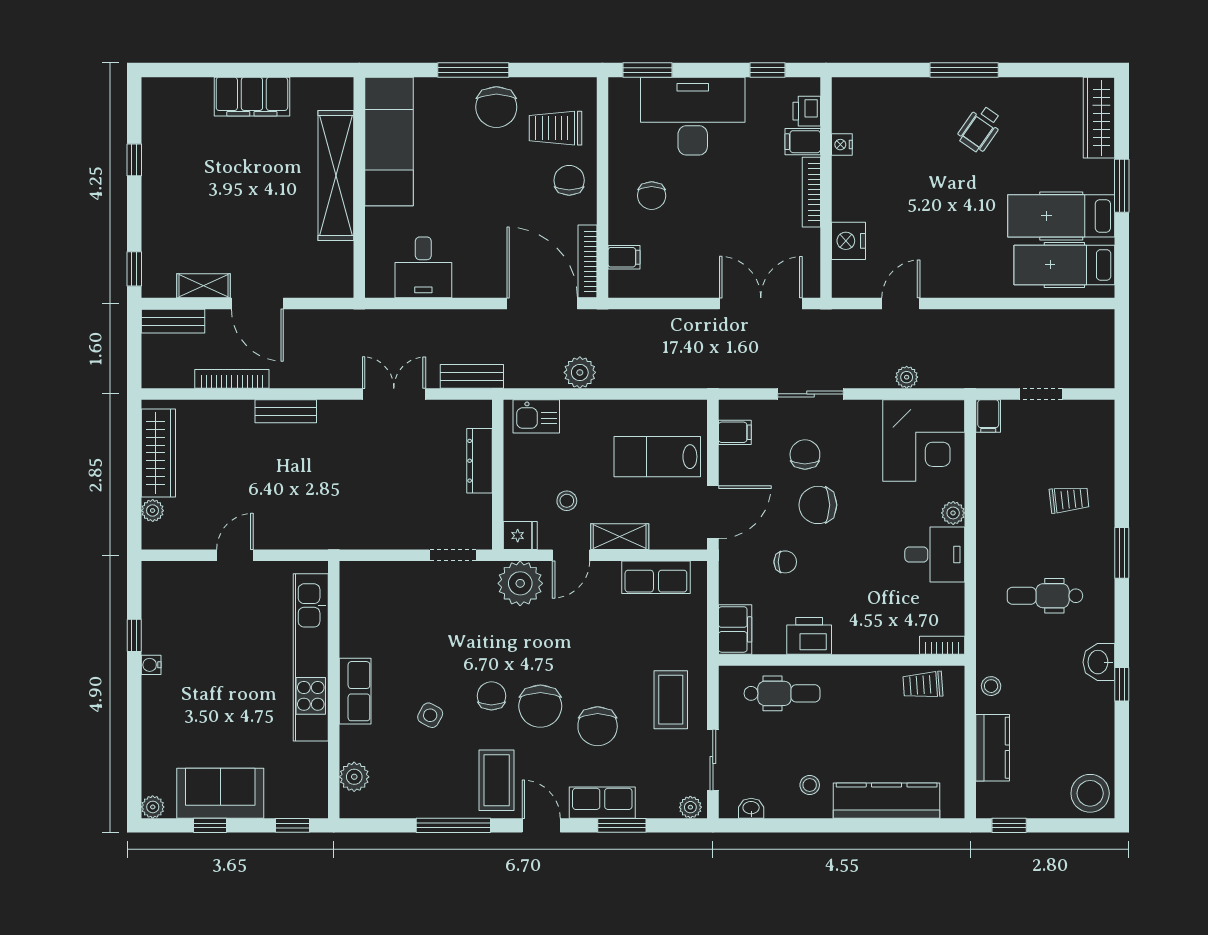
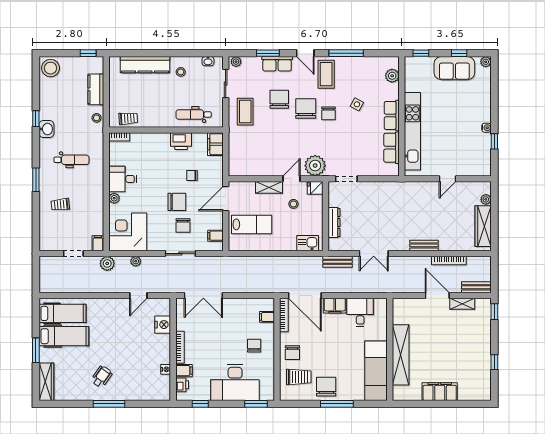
filing cabinet: (478, 282) -> (335, 306), added
plant: (580, 372) -> (107, 263), moved
row of seats: (656, 577) -> (391, 148), moved, turned -90

